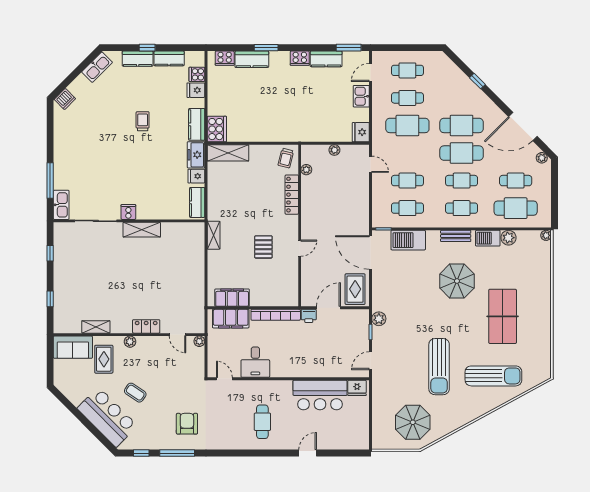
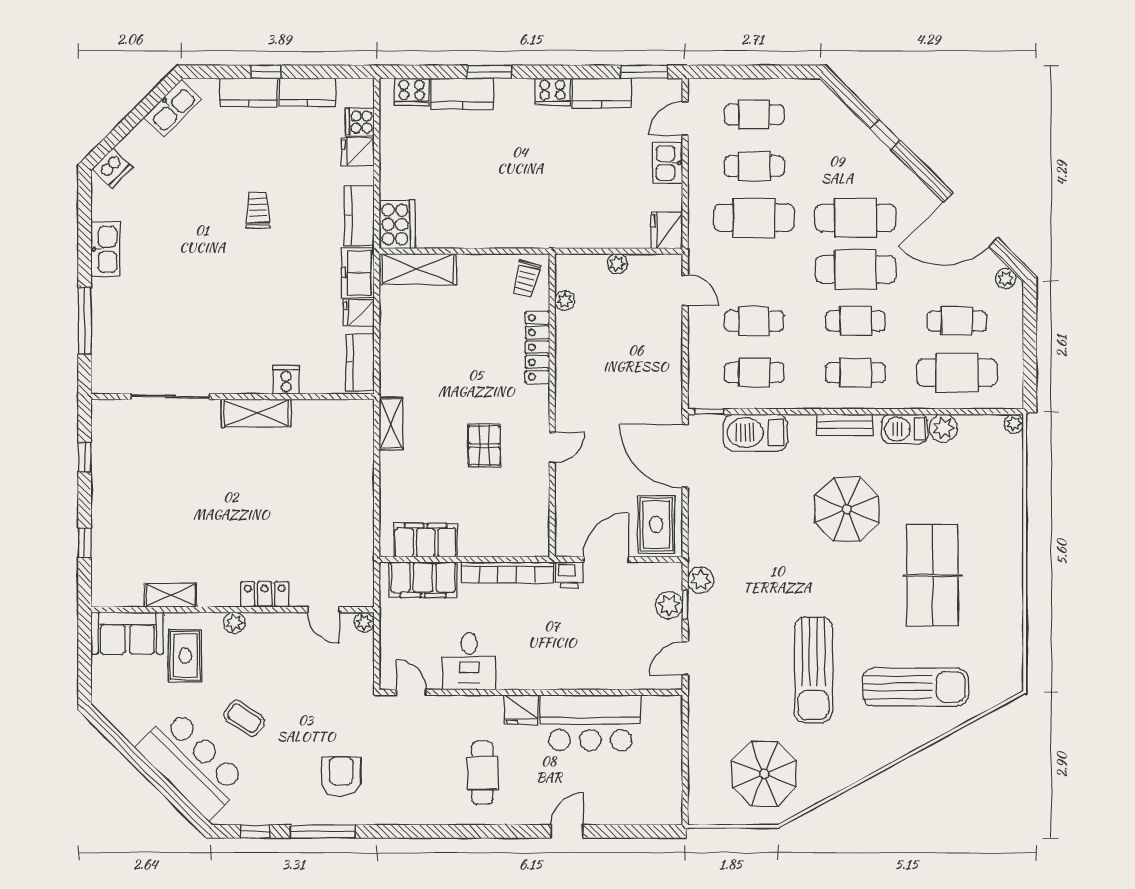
kitchen sink: (61, 205) -> (105, 249), moved
cooker: (128, 212) -> (286, 380), moved
plant: (362, 332) -> (669, 605), added
fridge: (357, 388) -> (521, 709), moved

